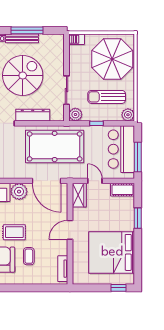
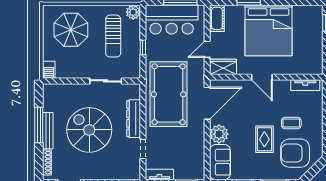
parasol: (112, 59) -> (71, 30), width x0.73, depth x0.73
plant: (75, 115) -> (133, 71), removed
bed: (112, 252) -> (269, 31), moved

